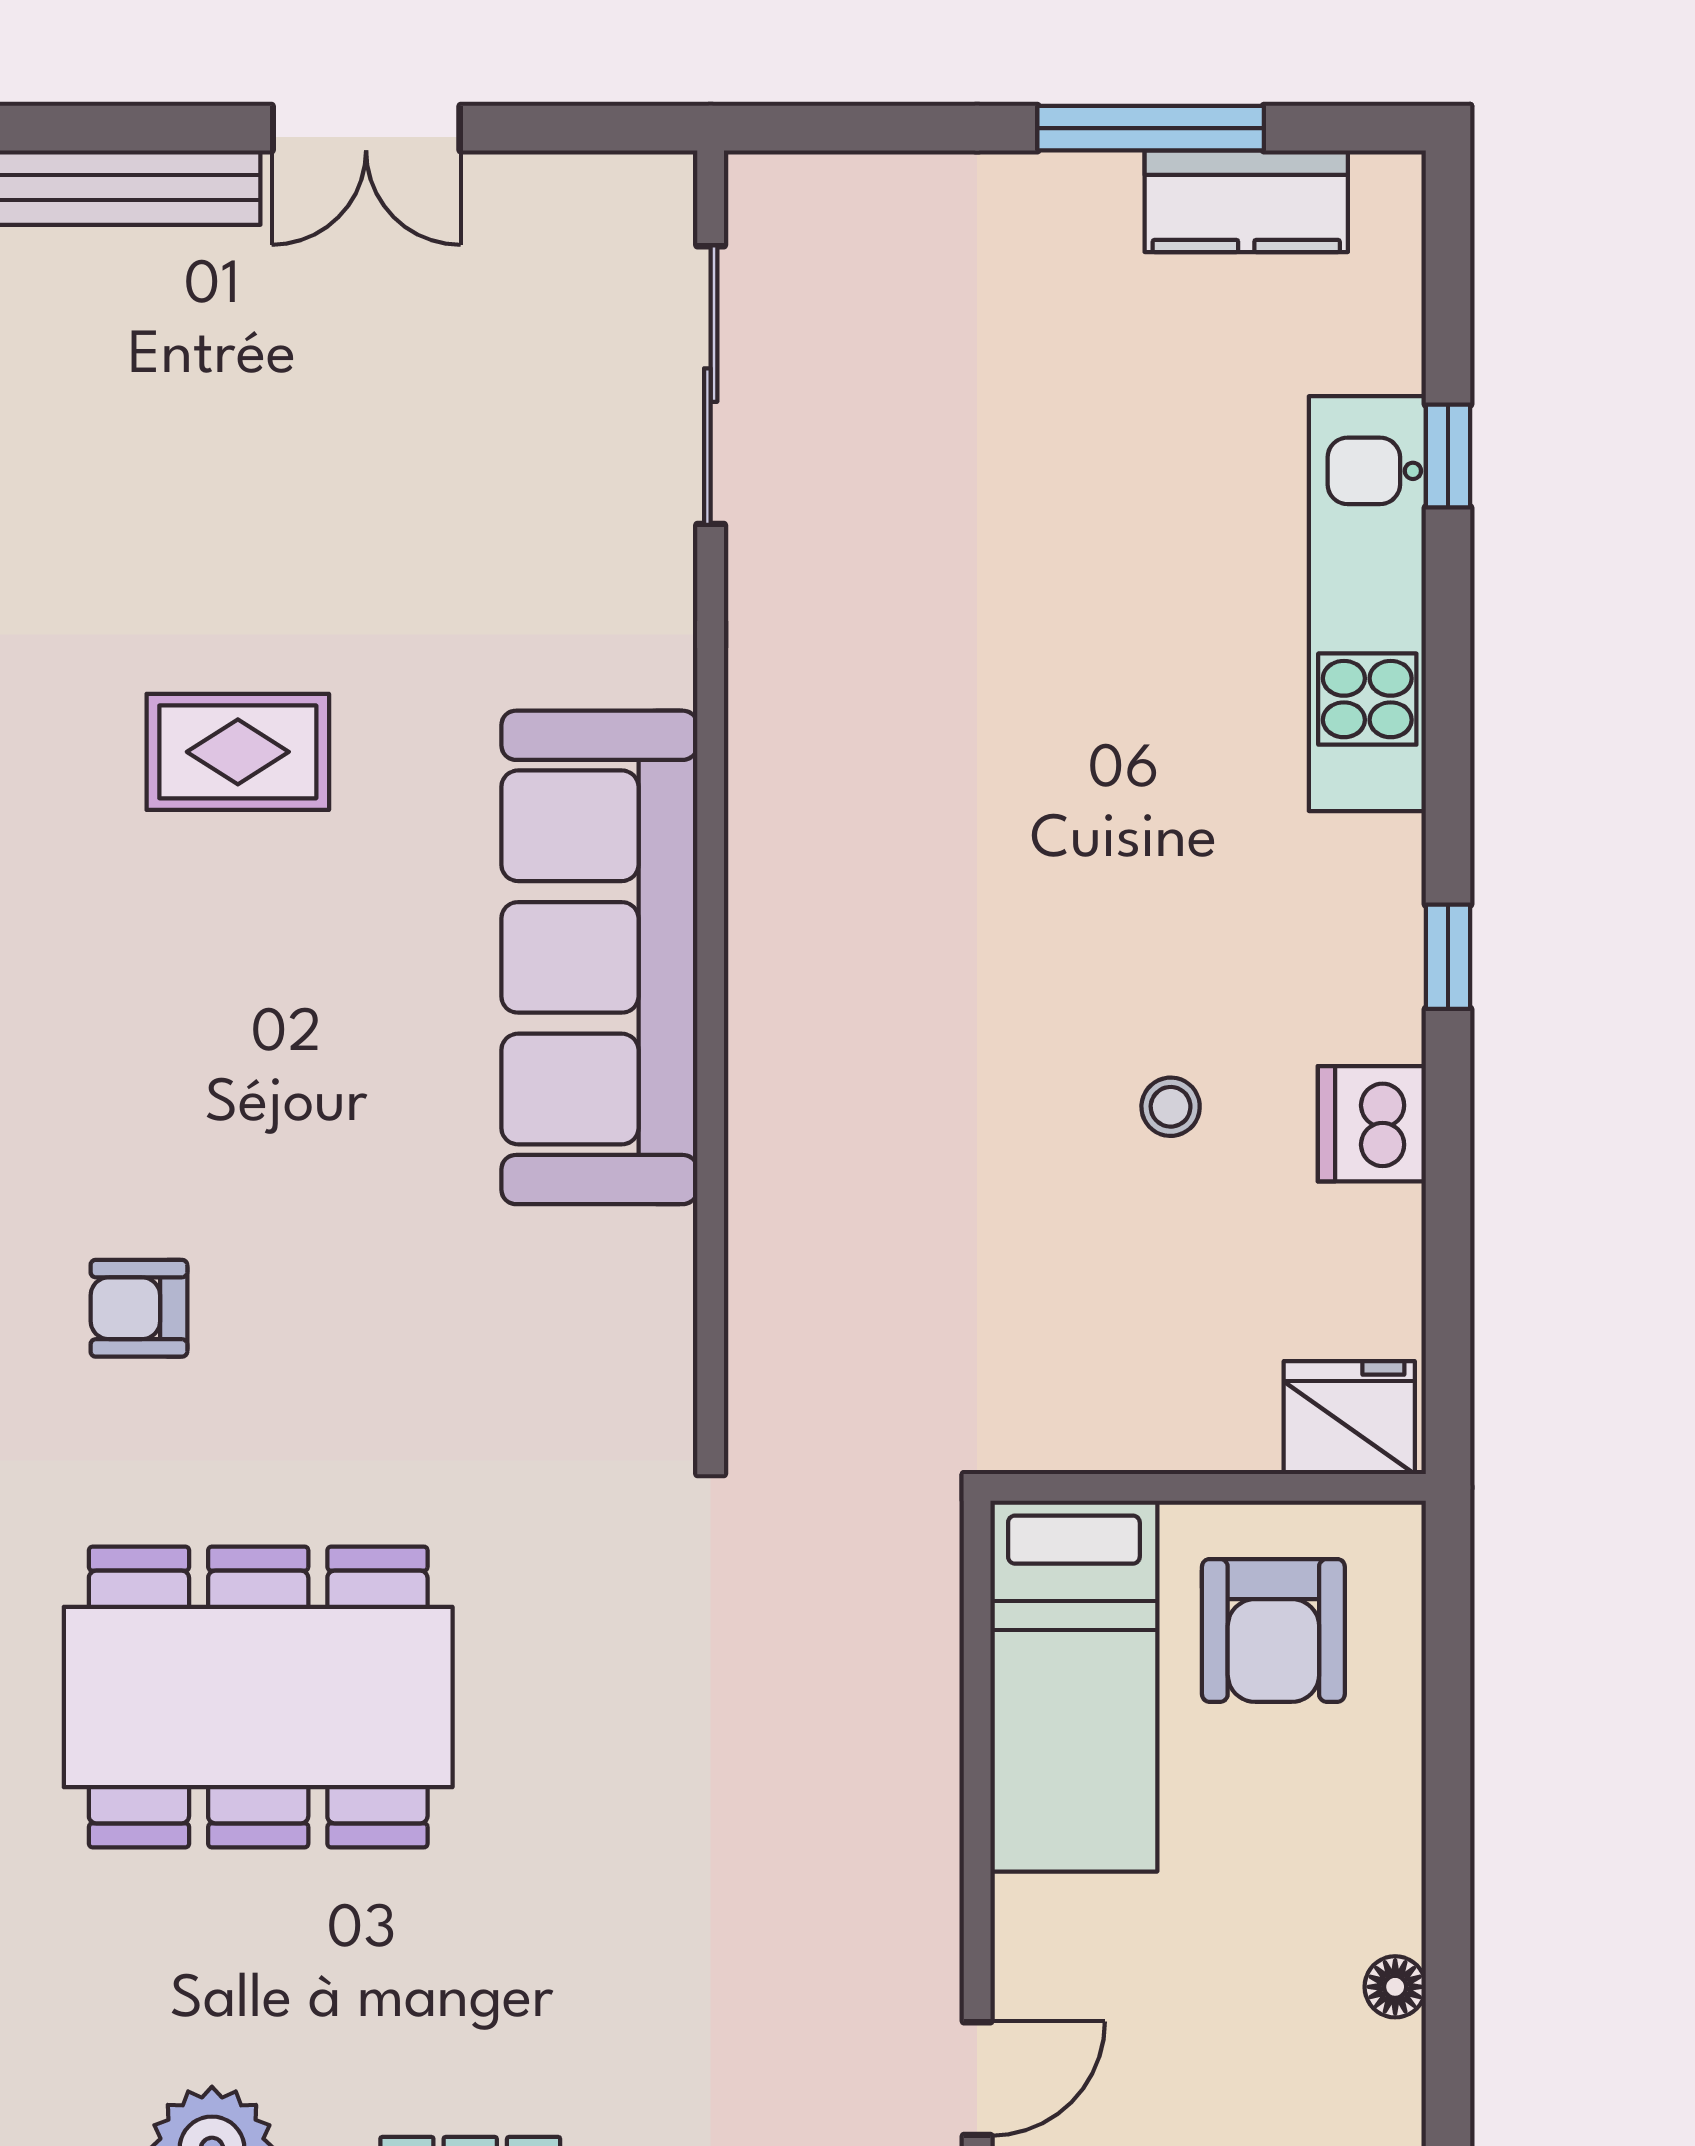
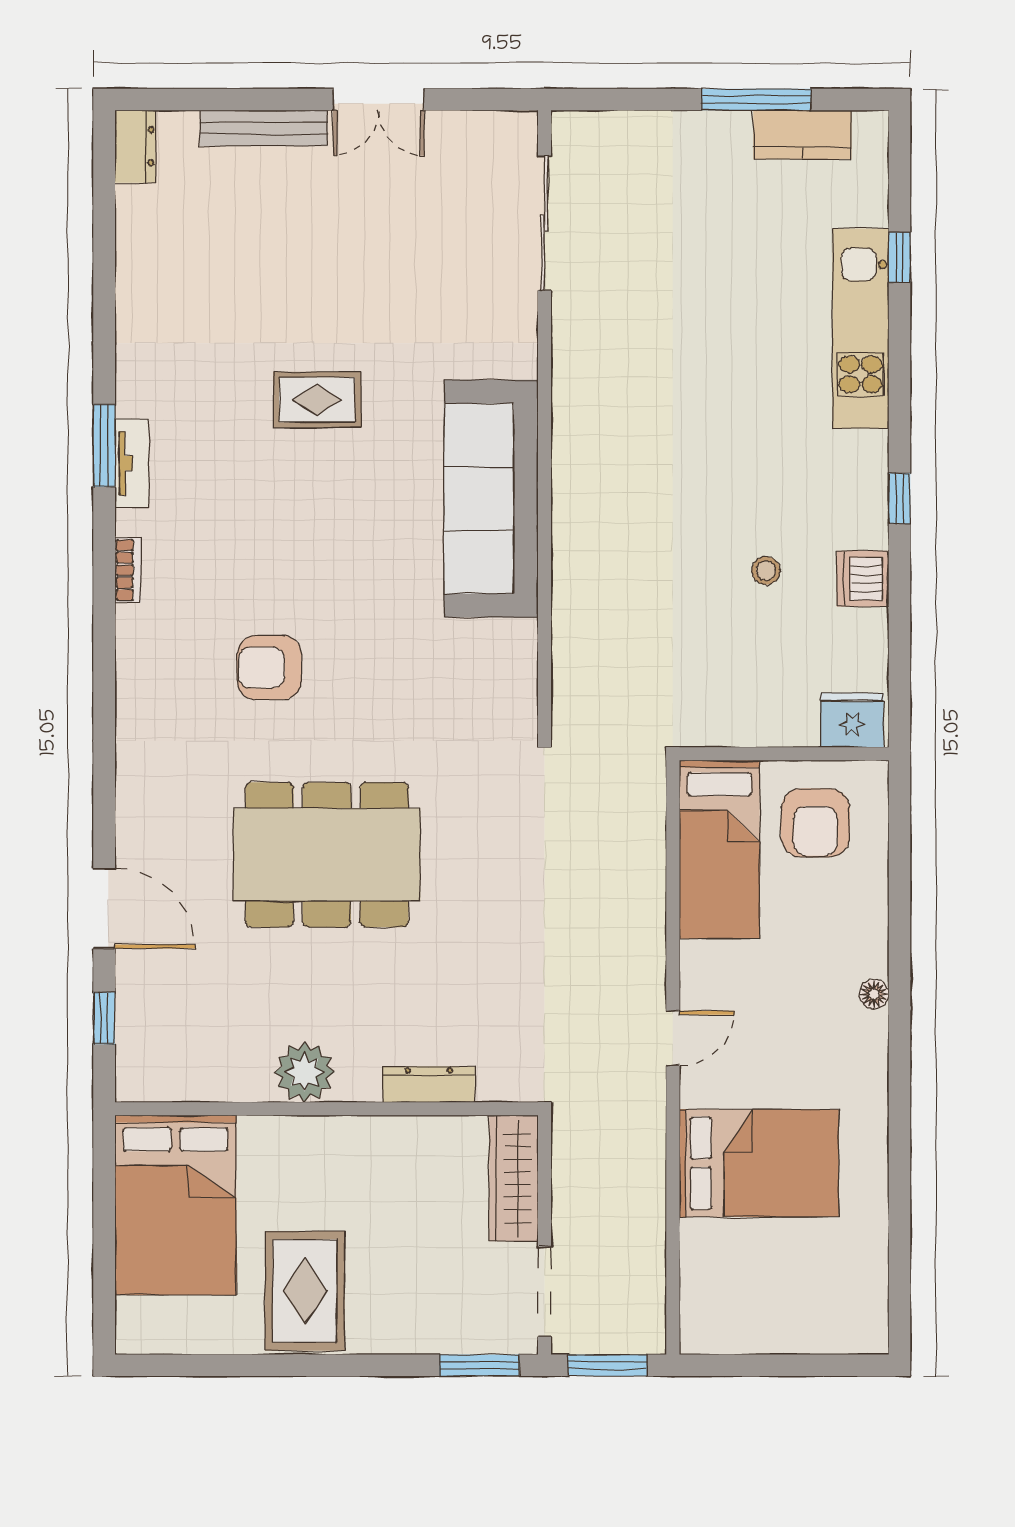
armchair: (139, 1308) -> (269, 668), width x1.38, depth x1.38

